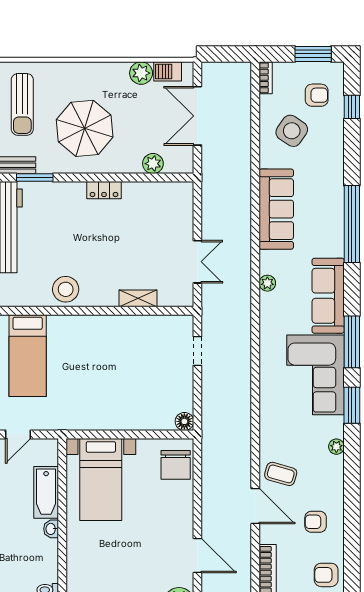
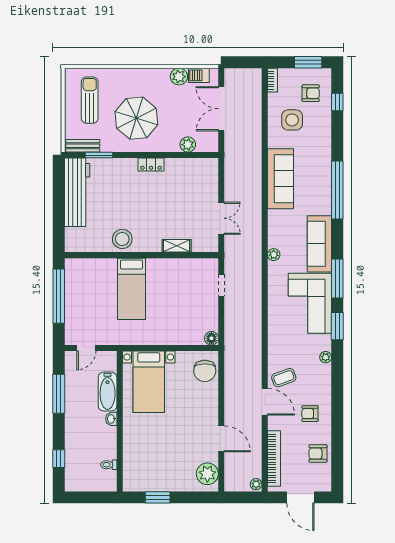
sun lounger: (22, 104) -> (90, 100), turned 180
side table: (292, 131) -> (292, 120), turned -34
plant: (267, 283) -> (274, 255), moved
bed: (28, 356) -> (131, 289), moved
coffee table: (281, 474) -> (284, 378), turned -36

